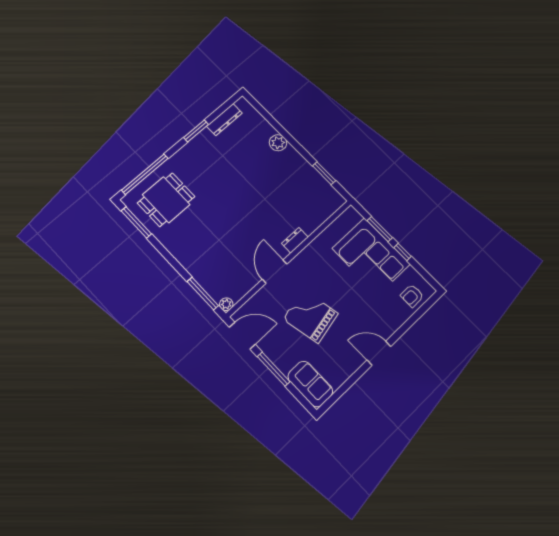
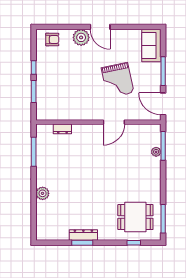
dresser: (224, 120) -> (83, 235), moved
window: (324, 173) -> (34, 152), width x1.44
window: (145, 174) -> (134, 243), width x0.32
dresser: (295, 240) -> (62, 129), moved
corner sofa: (371, 256) -> (53, 81), removed
plant: (226, 304) -> (156, 152), moved
plant: (387, 325) -> (81, 37), added

